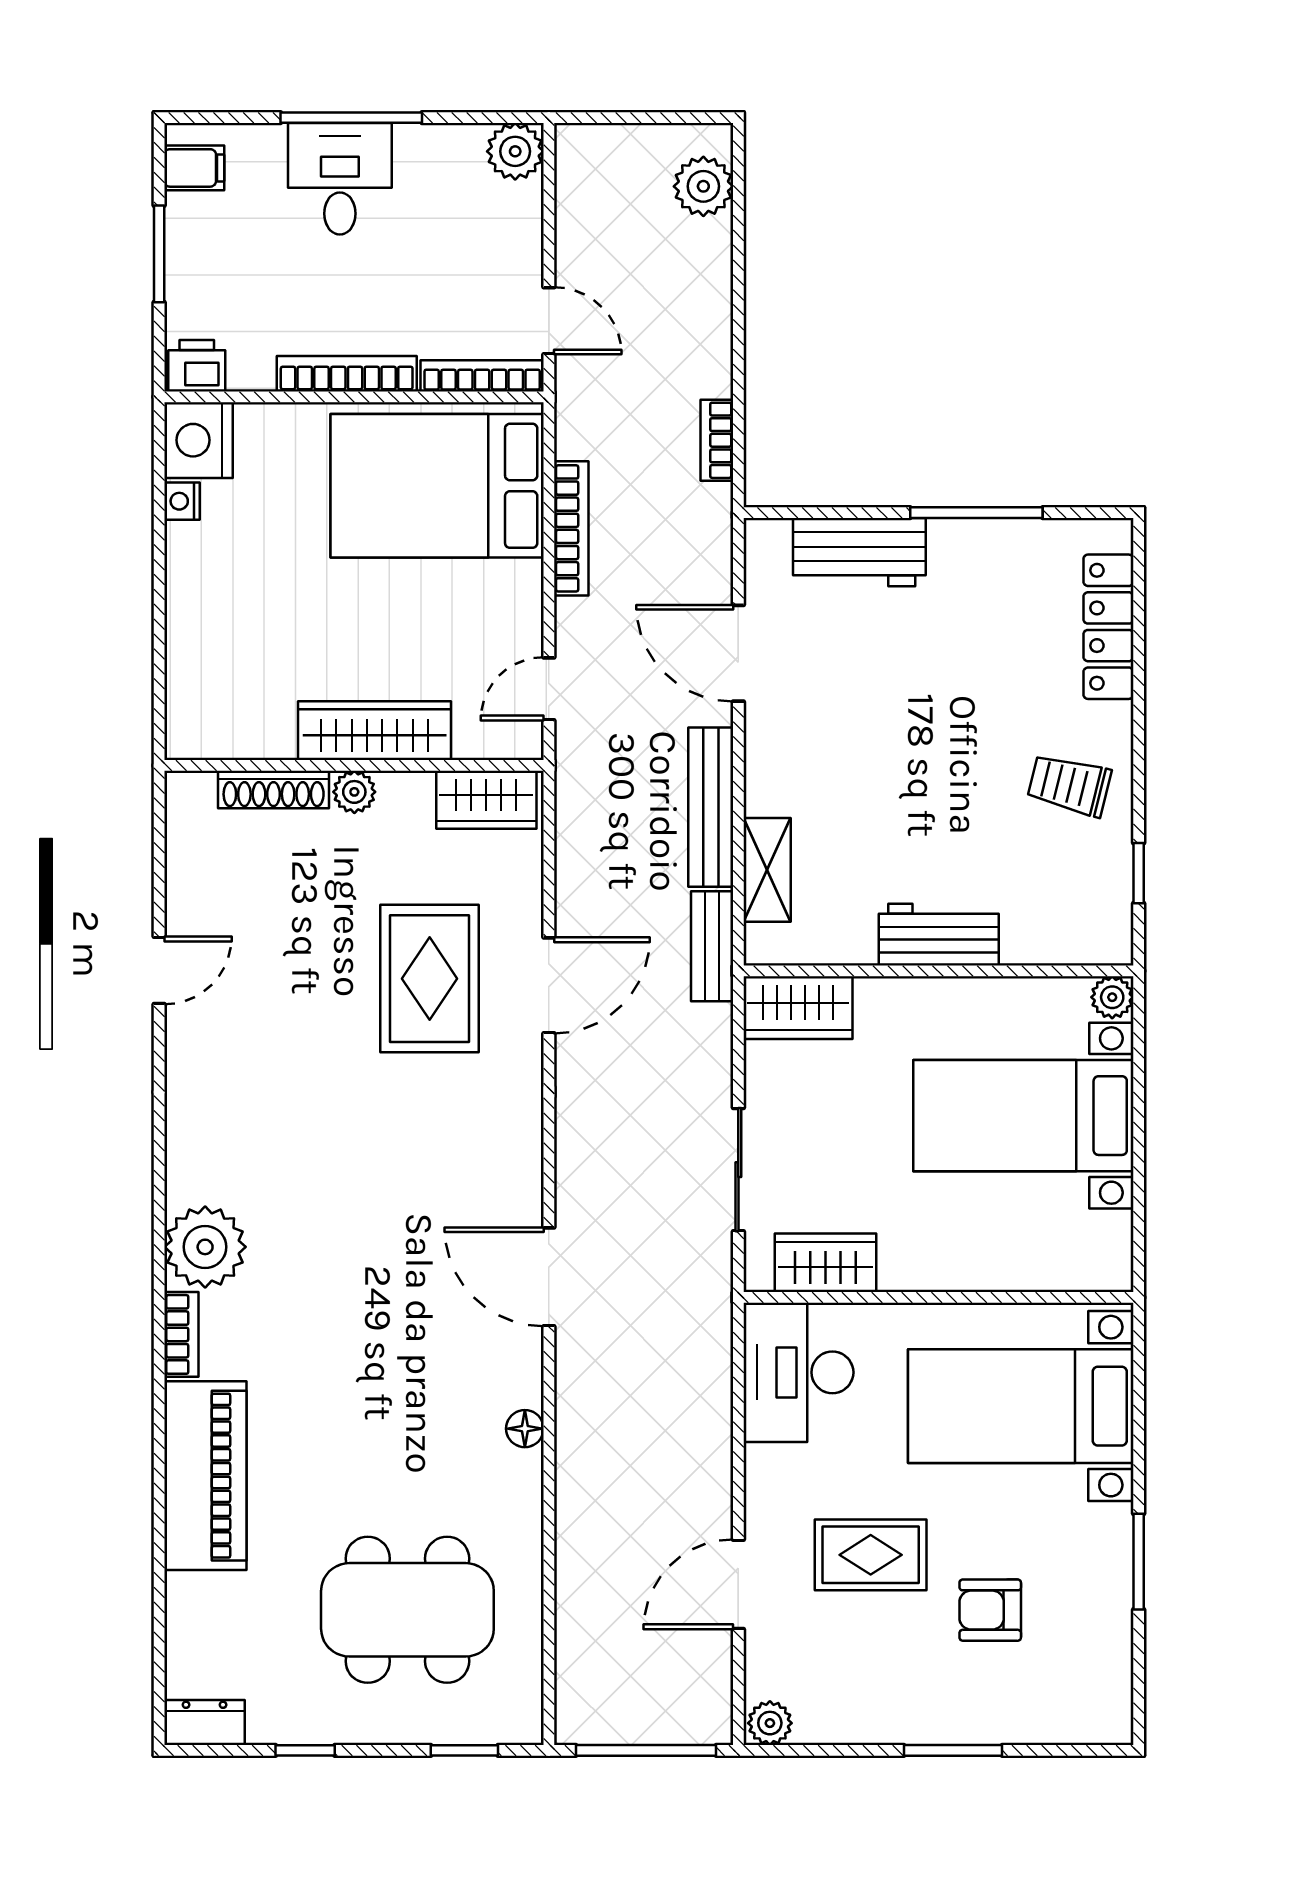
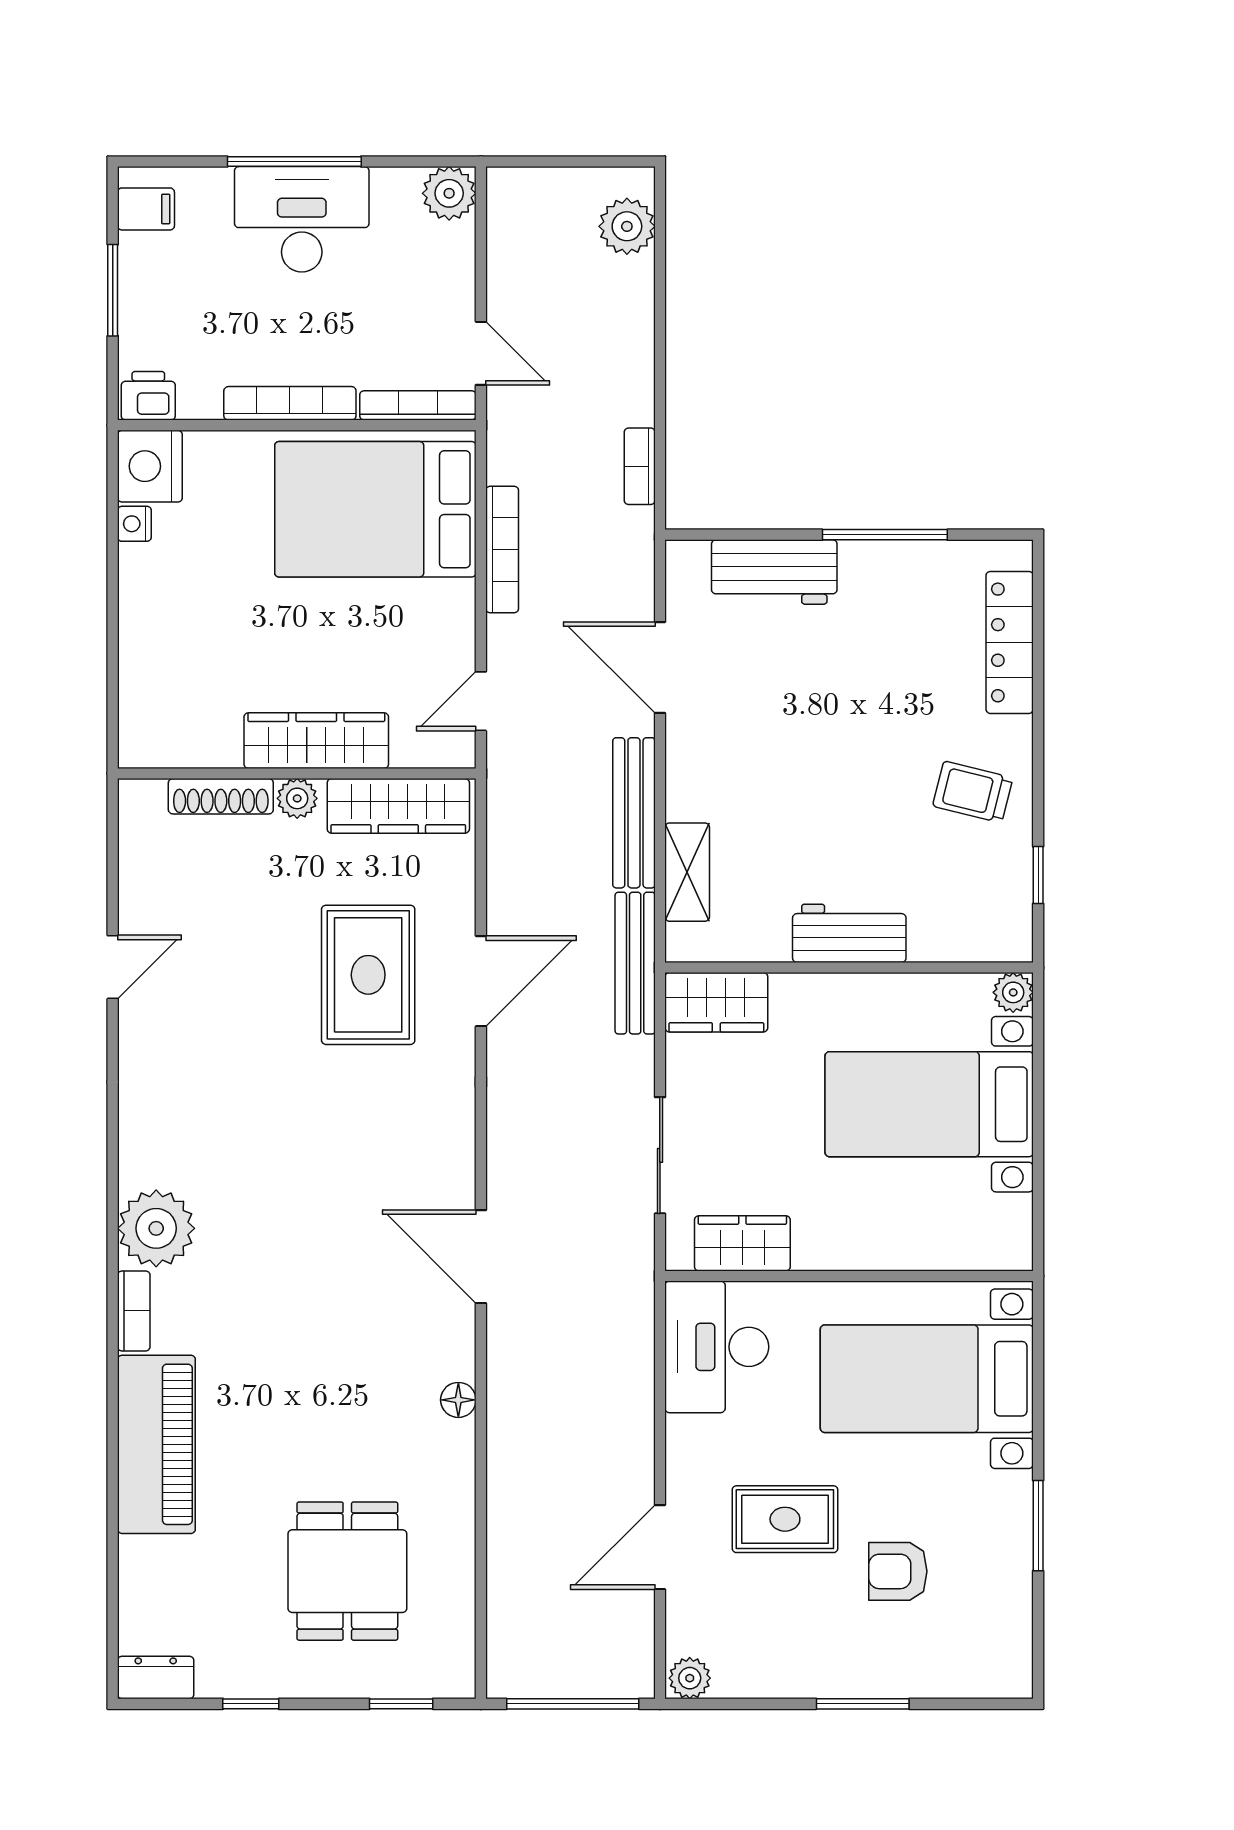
desk: (340, 179) -> (302, 219), width x1.37
wardrobe: (486, 800) -> (398, 806), width x1.50
bench: (712, 946) -> (635, 963), width x1.36
dining table: (407, 1610) -> (347, 1571), width x0.73

